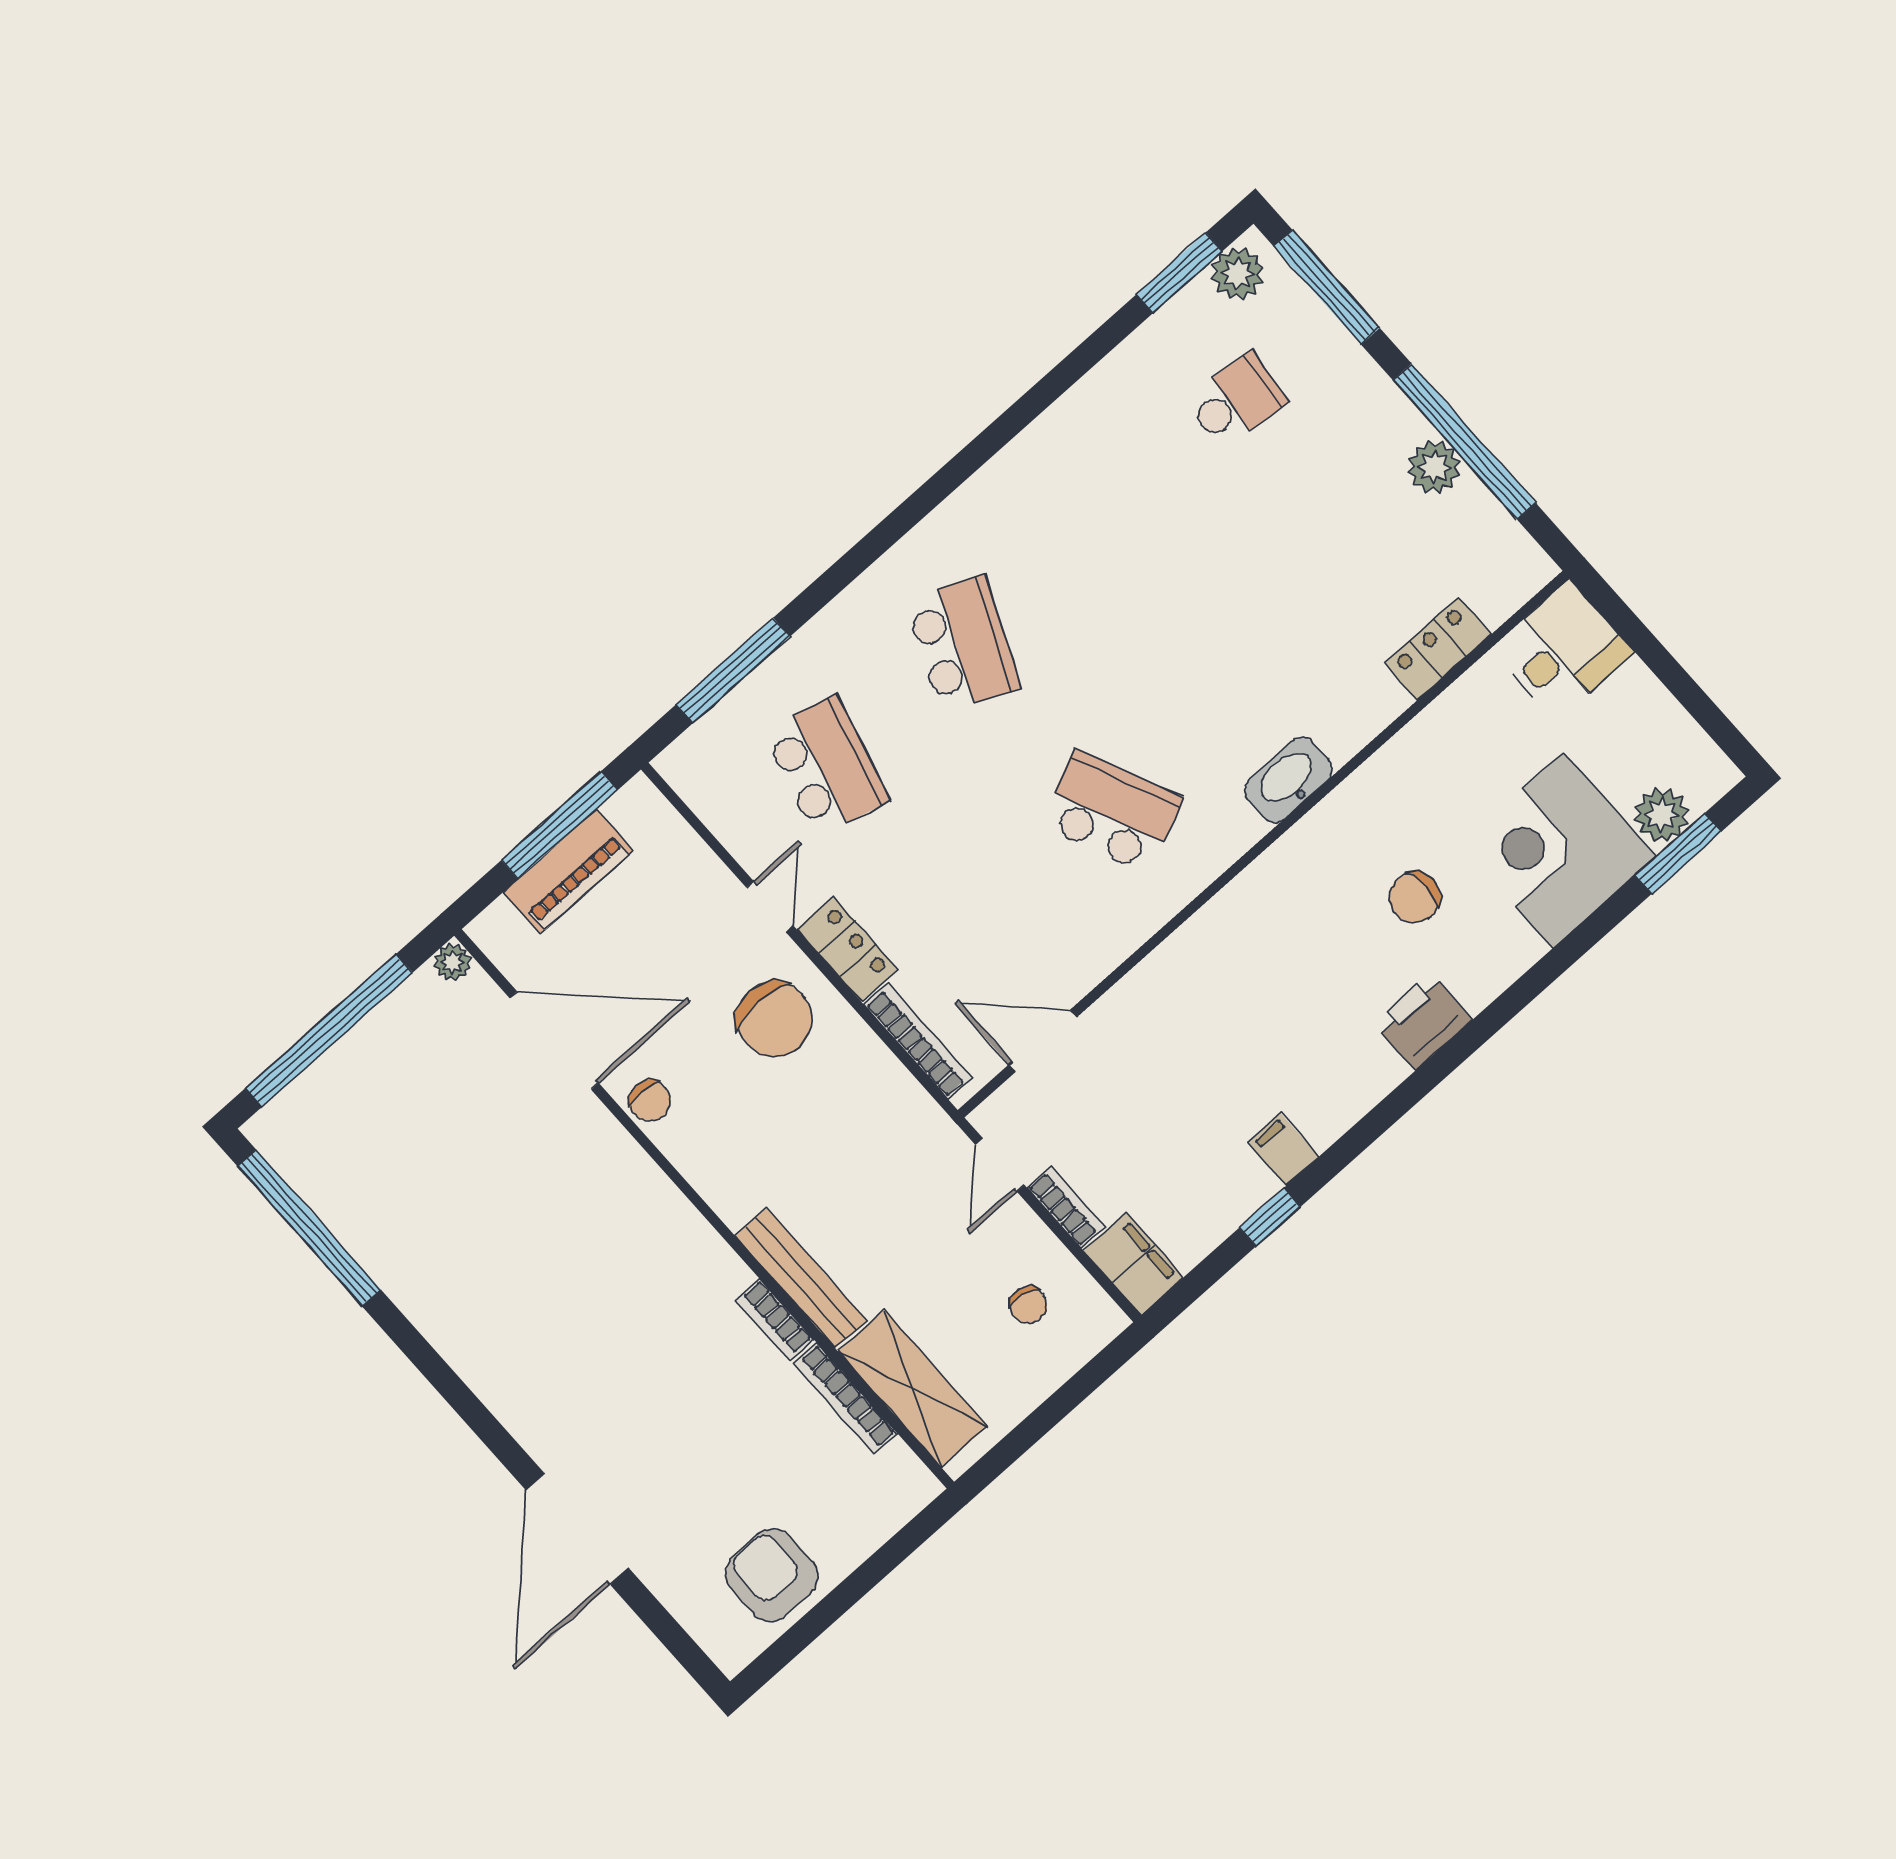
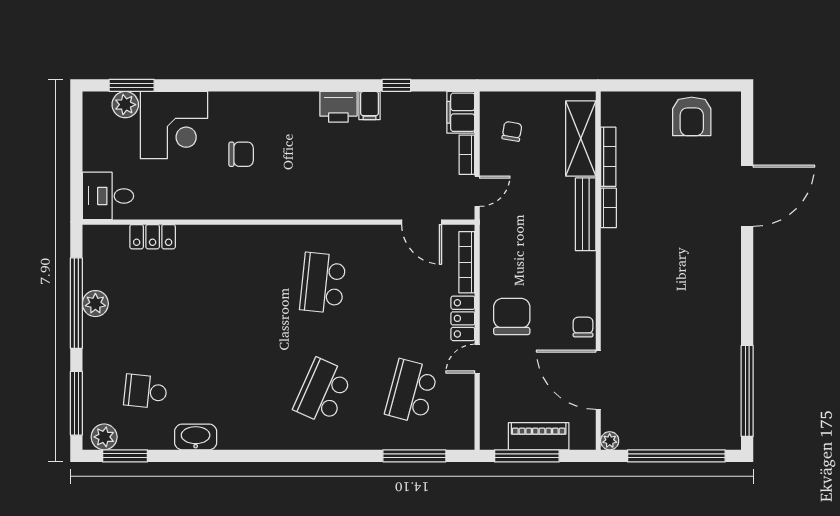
washbasin: (1288, 780) -> (196, 437), moved, turned 180
school desk: (1112, 811) -> (323, 283), turned 30
printer: (1423, 1021) -> (338, 107), moved

